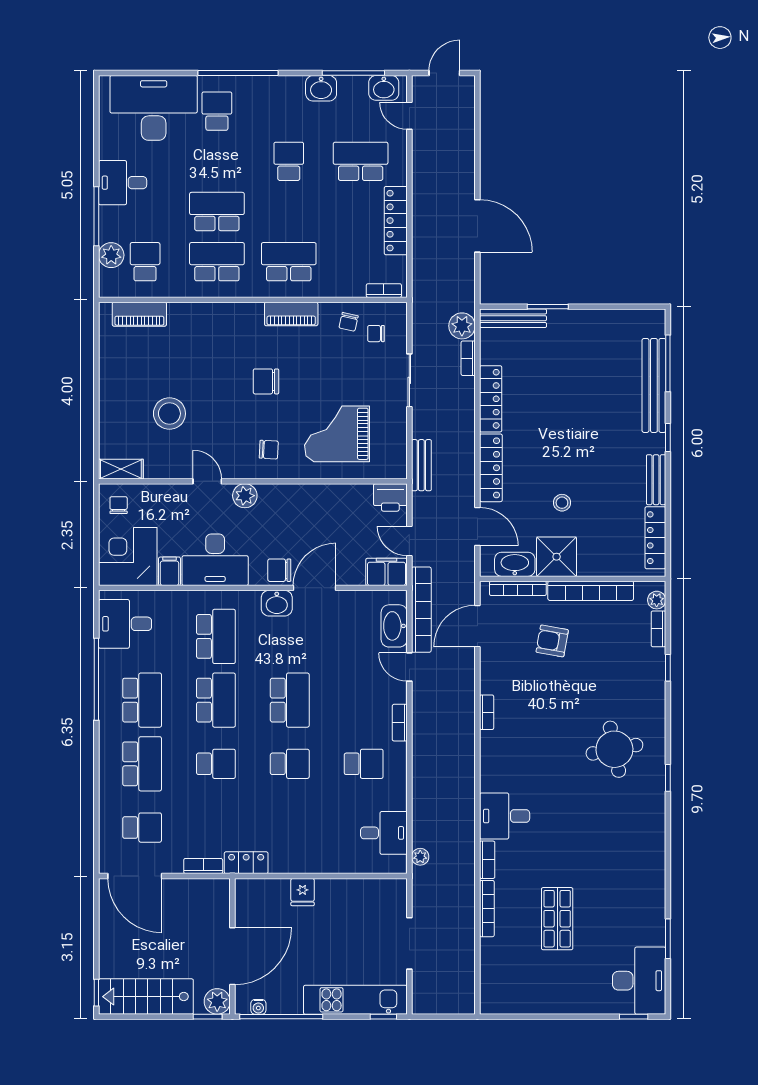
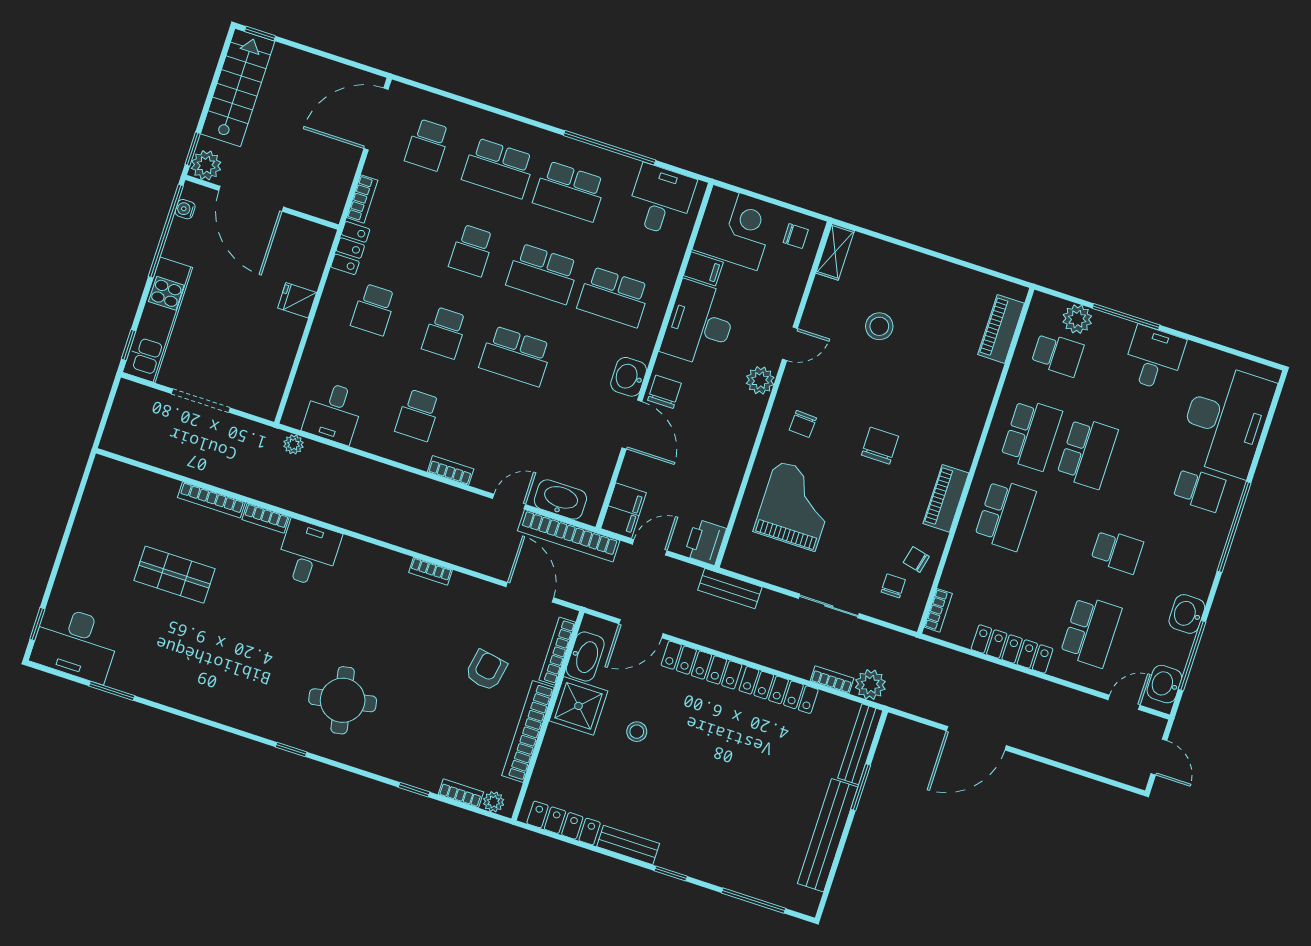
bench: (654, 385) -> (828, 835), moved, turned 90
stool: (169, 414) -> (879, 326), width x0.73, depth x0.73
school desk: (290, 828) -> (374, 310), added

